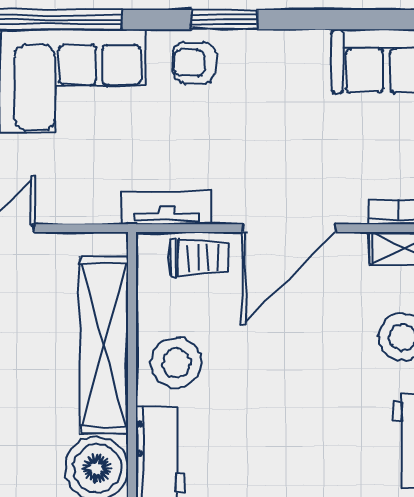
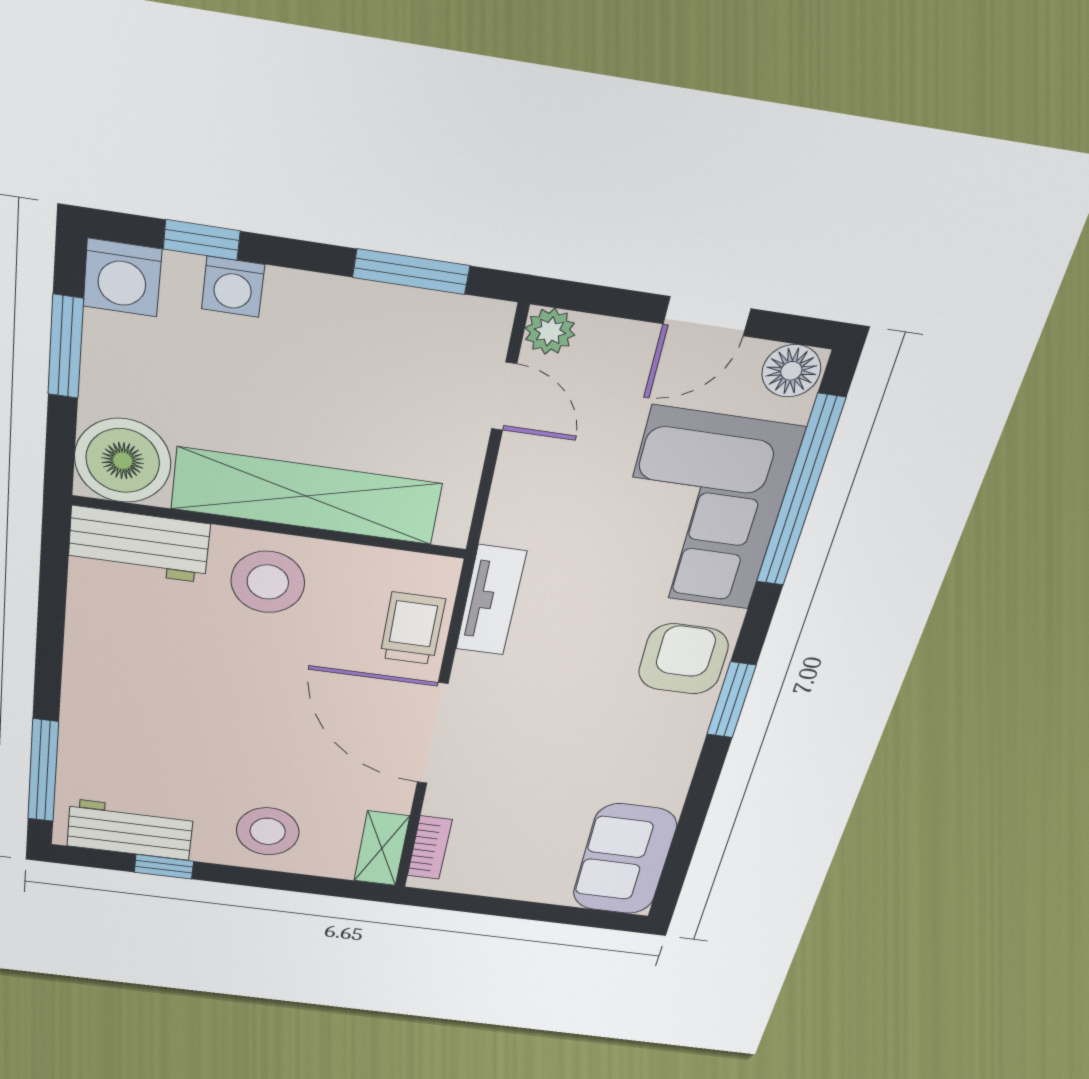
armchair: (194, 63) -> (683, 659), width x1.38, depth x1.38
trolley: (199, 258) -> (412, 629), turned 180

